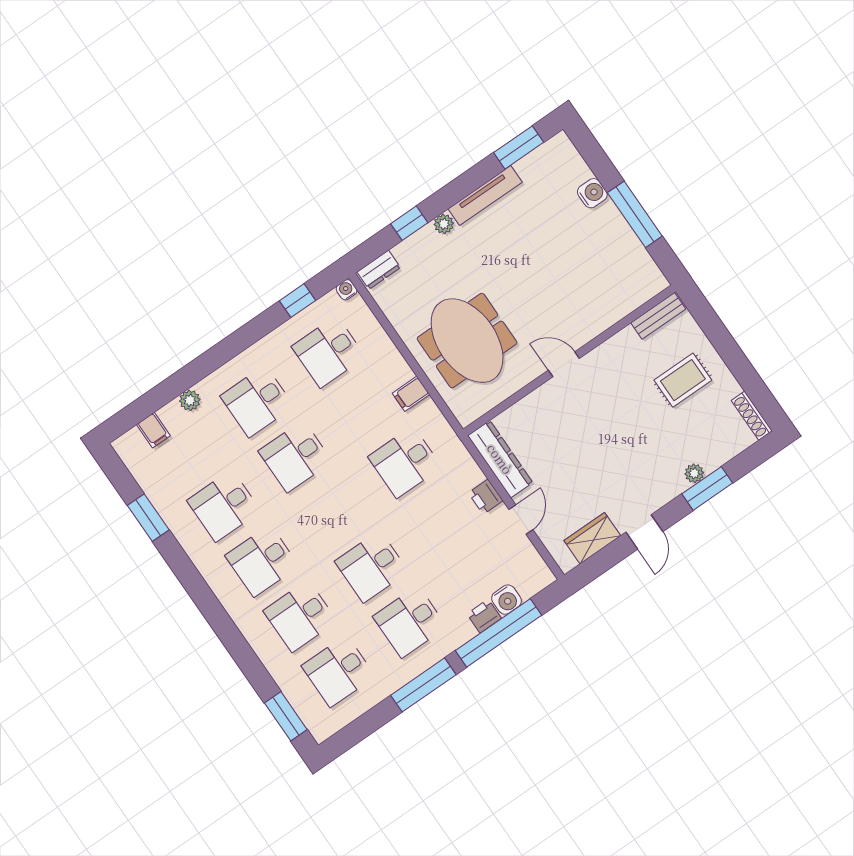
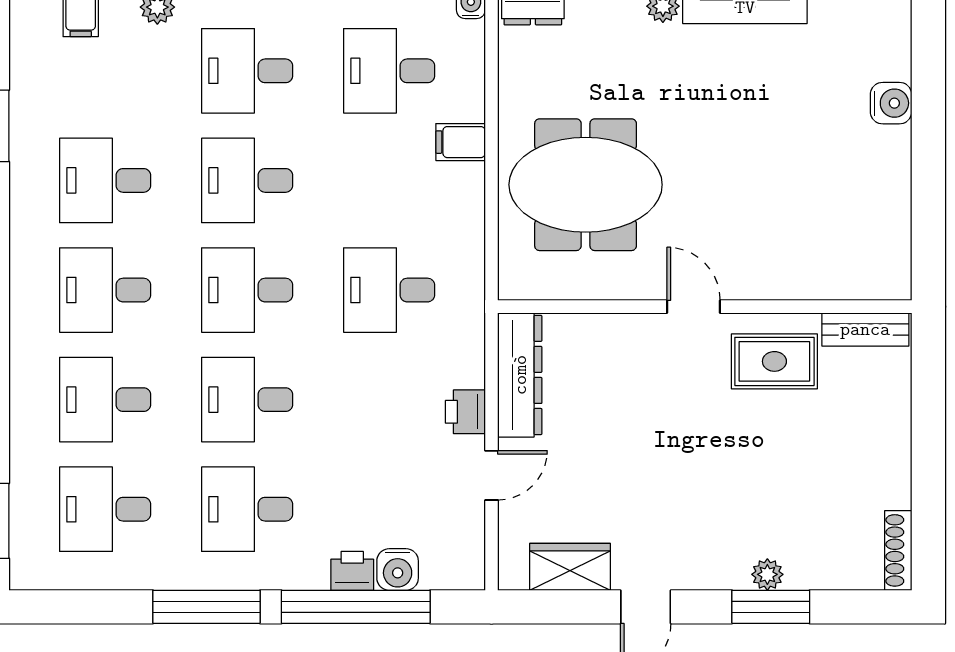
window: (635, 214) -> (928, 171), removed
meeting table: (467, 341) -> (586, 185), turned 90
rug: (683, 380) -> (774, 361), moved
filing cabinet: (411, 394) -> (461, 142), moved
desk: (334, 511) -> (247, 290), added

